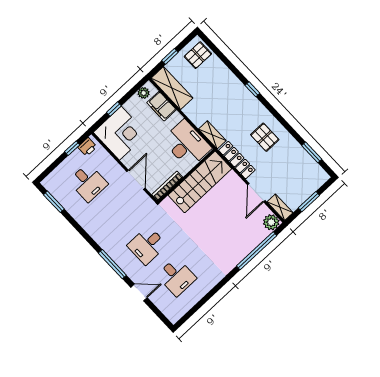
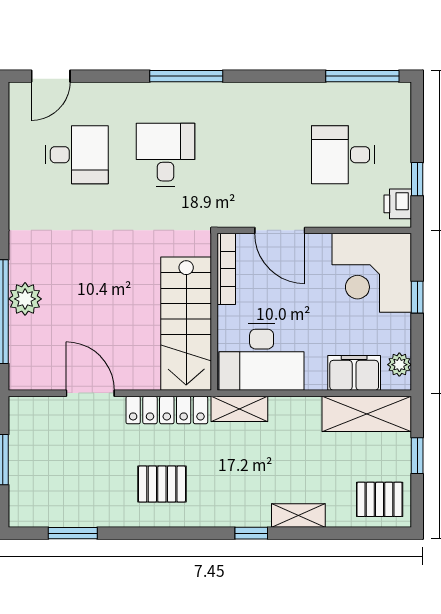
pallet: (198, 55) -> (380, 499), turned 90
window: (54, 202) -> (362, 76), width x1.44
shelving: (280, 207) -> (298, 516), moved
plant: (271, 222) -> (25, 299), moved
desk: (177, 277) -> (77, 155), turned 180
door: (139, 292) -> (51, 76), moved

